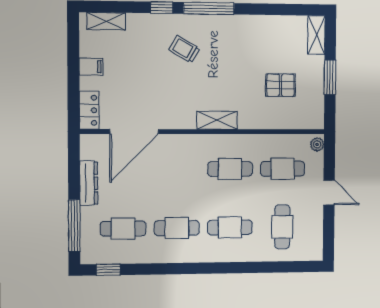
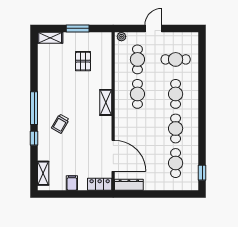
dresser: (89, 183) -> (129, 185), moved
window: (74, 226) -> (173, 194), removed

